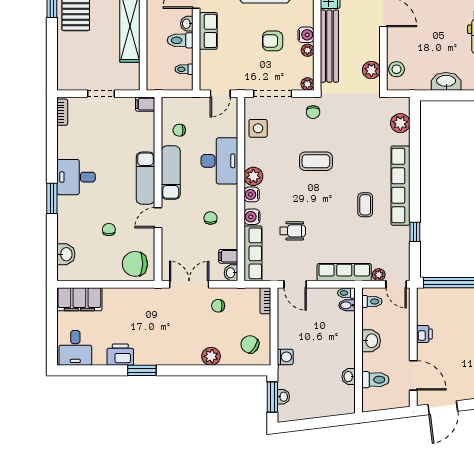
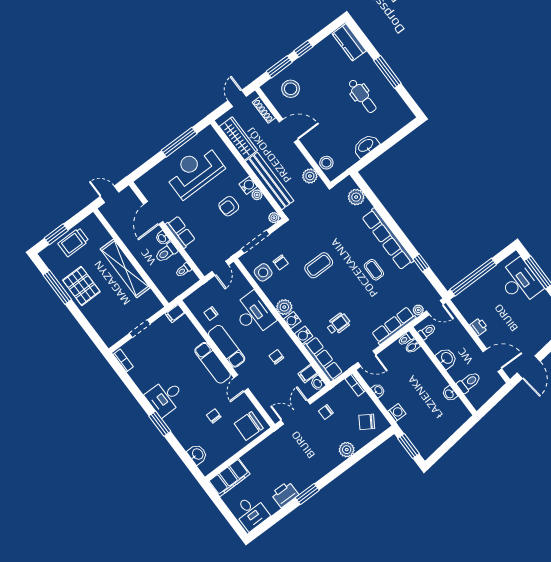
chair: (313, 112) -> (281, 262), moved
washbasin: (283, 397) -> (378, 390), moved

